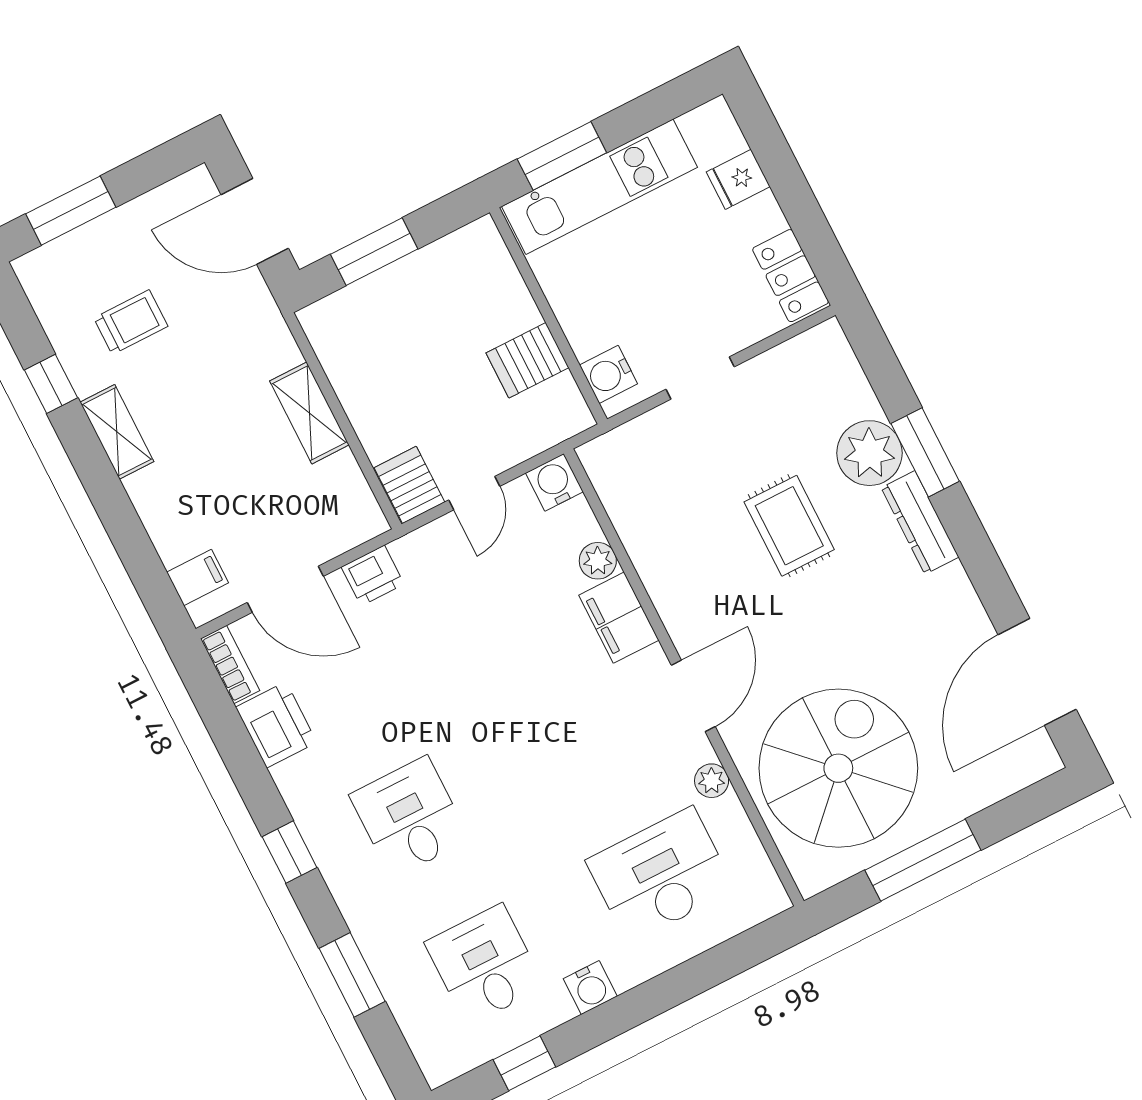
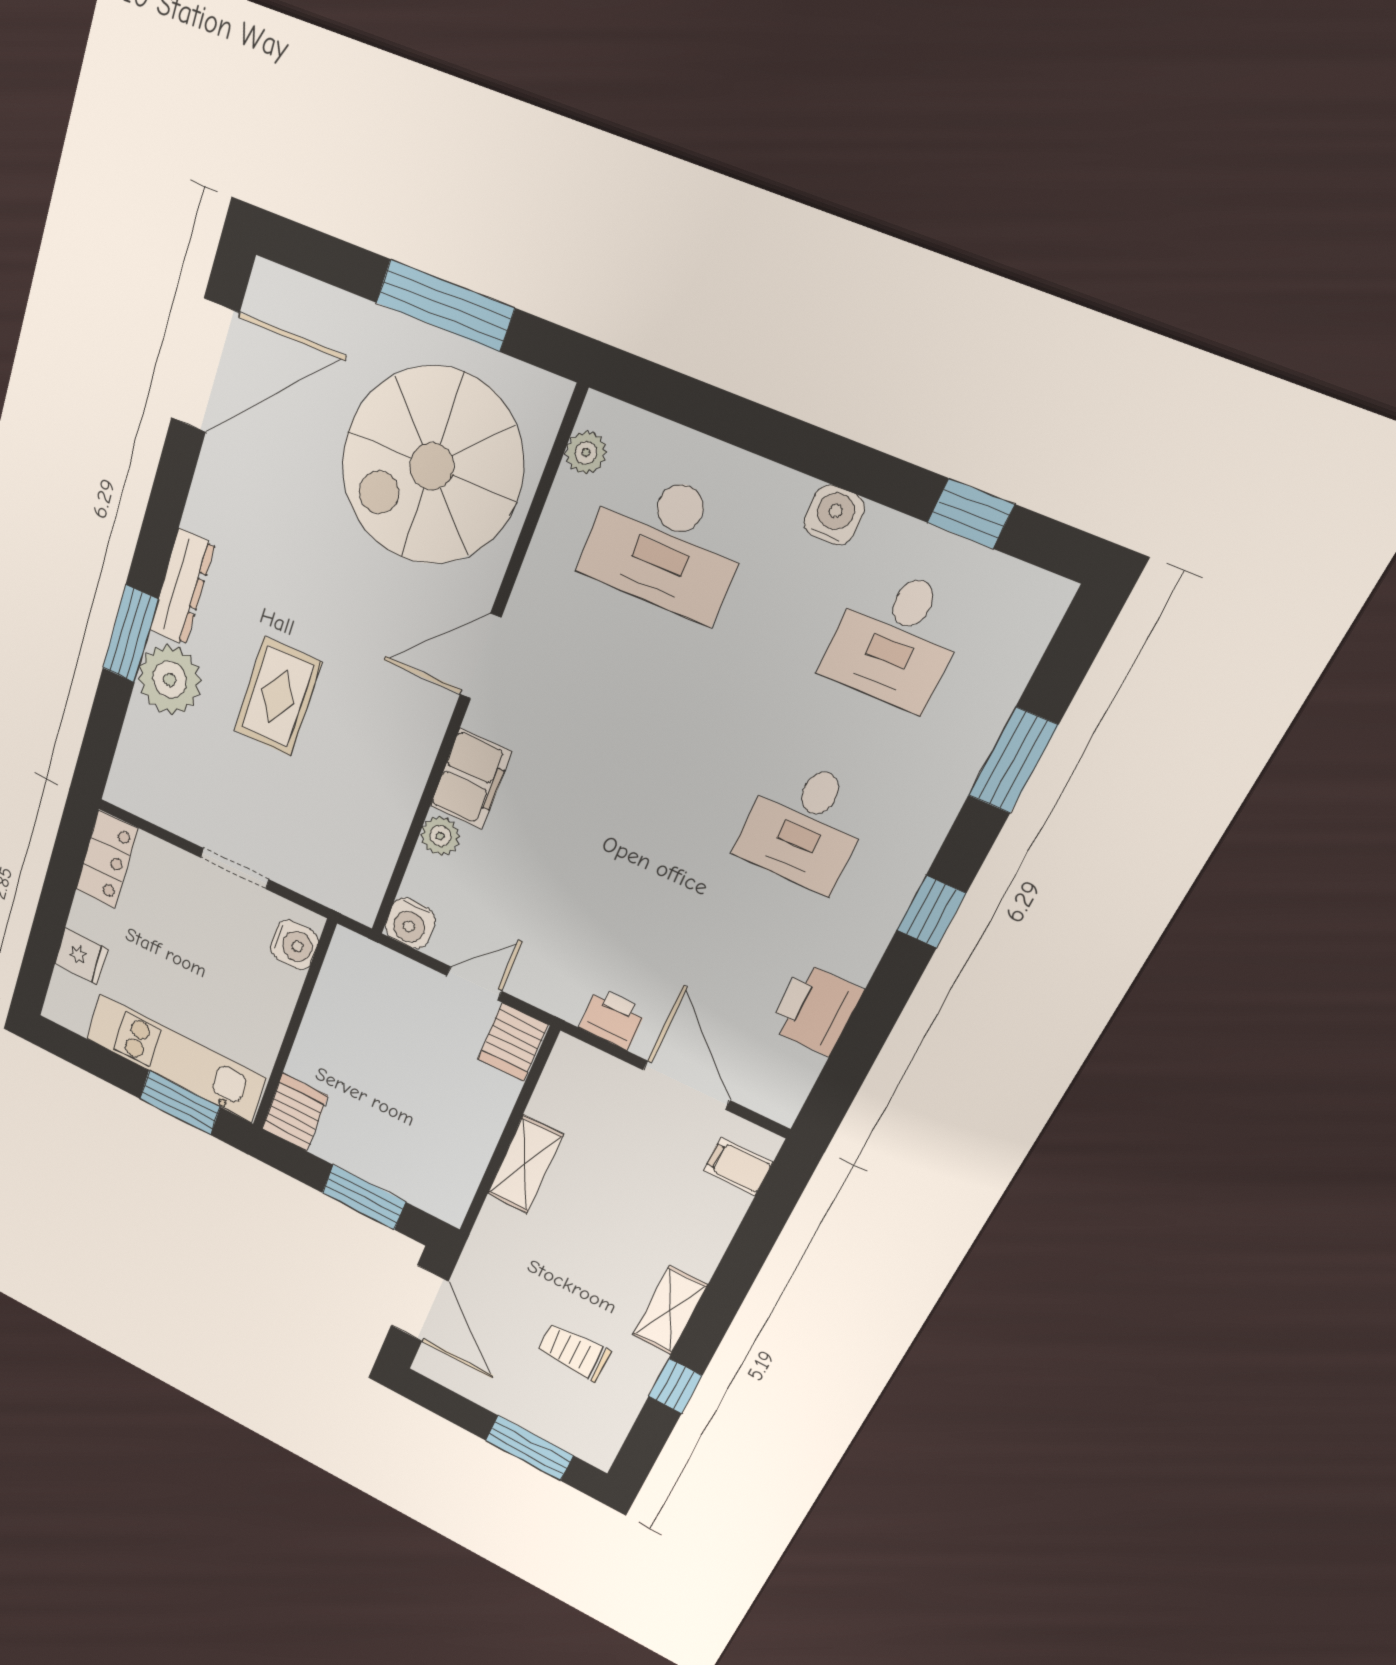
server rack: (527, 360) -> (295, 1112), moved, turned -90
bookcase: (230, 665) -> (793, 1088), removed
plant: (712, 781) -> (586, 453), moved

